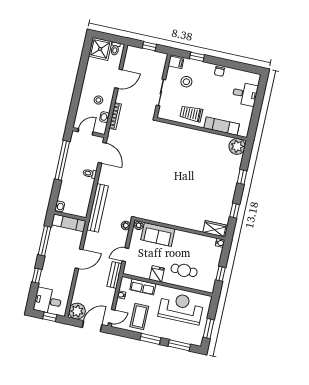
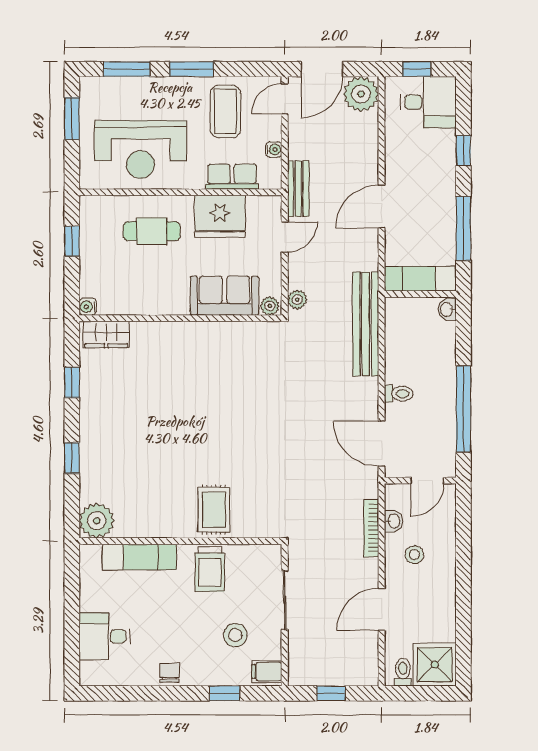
trolley: (191, 114) -> (210, 569), turned 90
rug: (184, 140) -> (214, 510), added
fridge: (157, 274) -> (220, 216), width x1.88, depth x1.34

